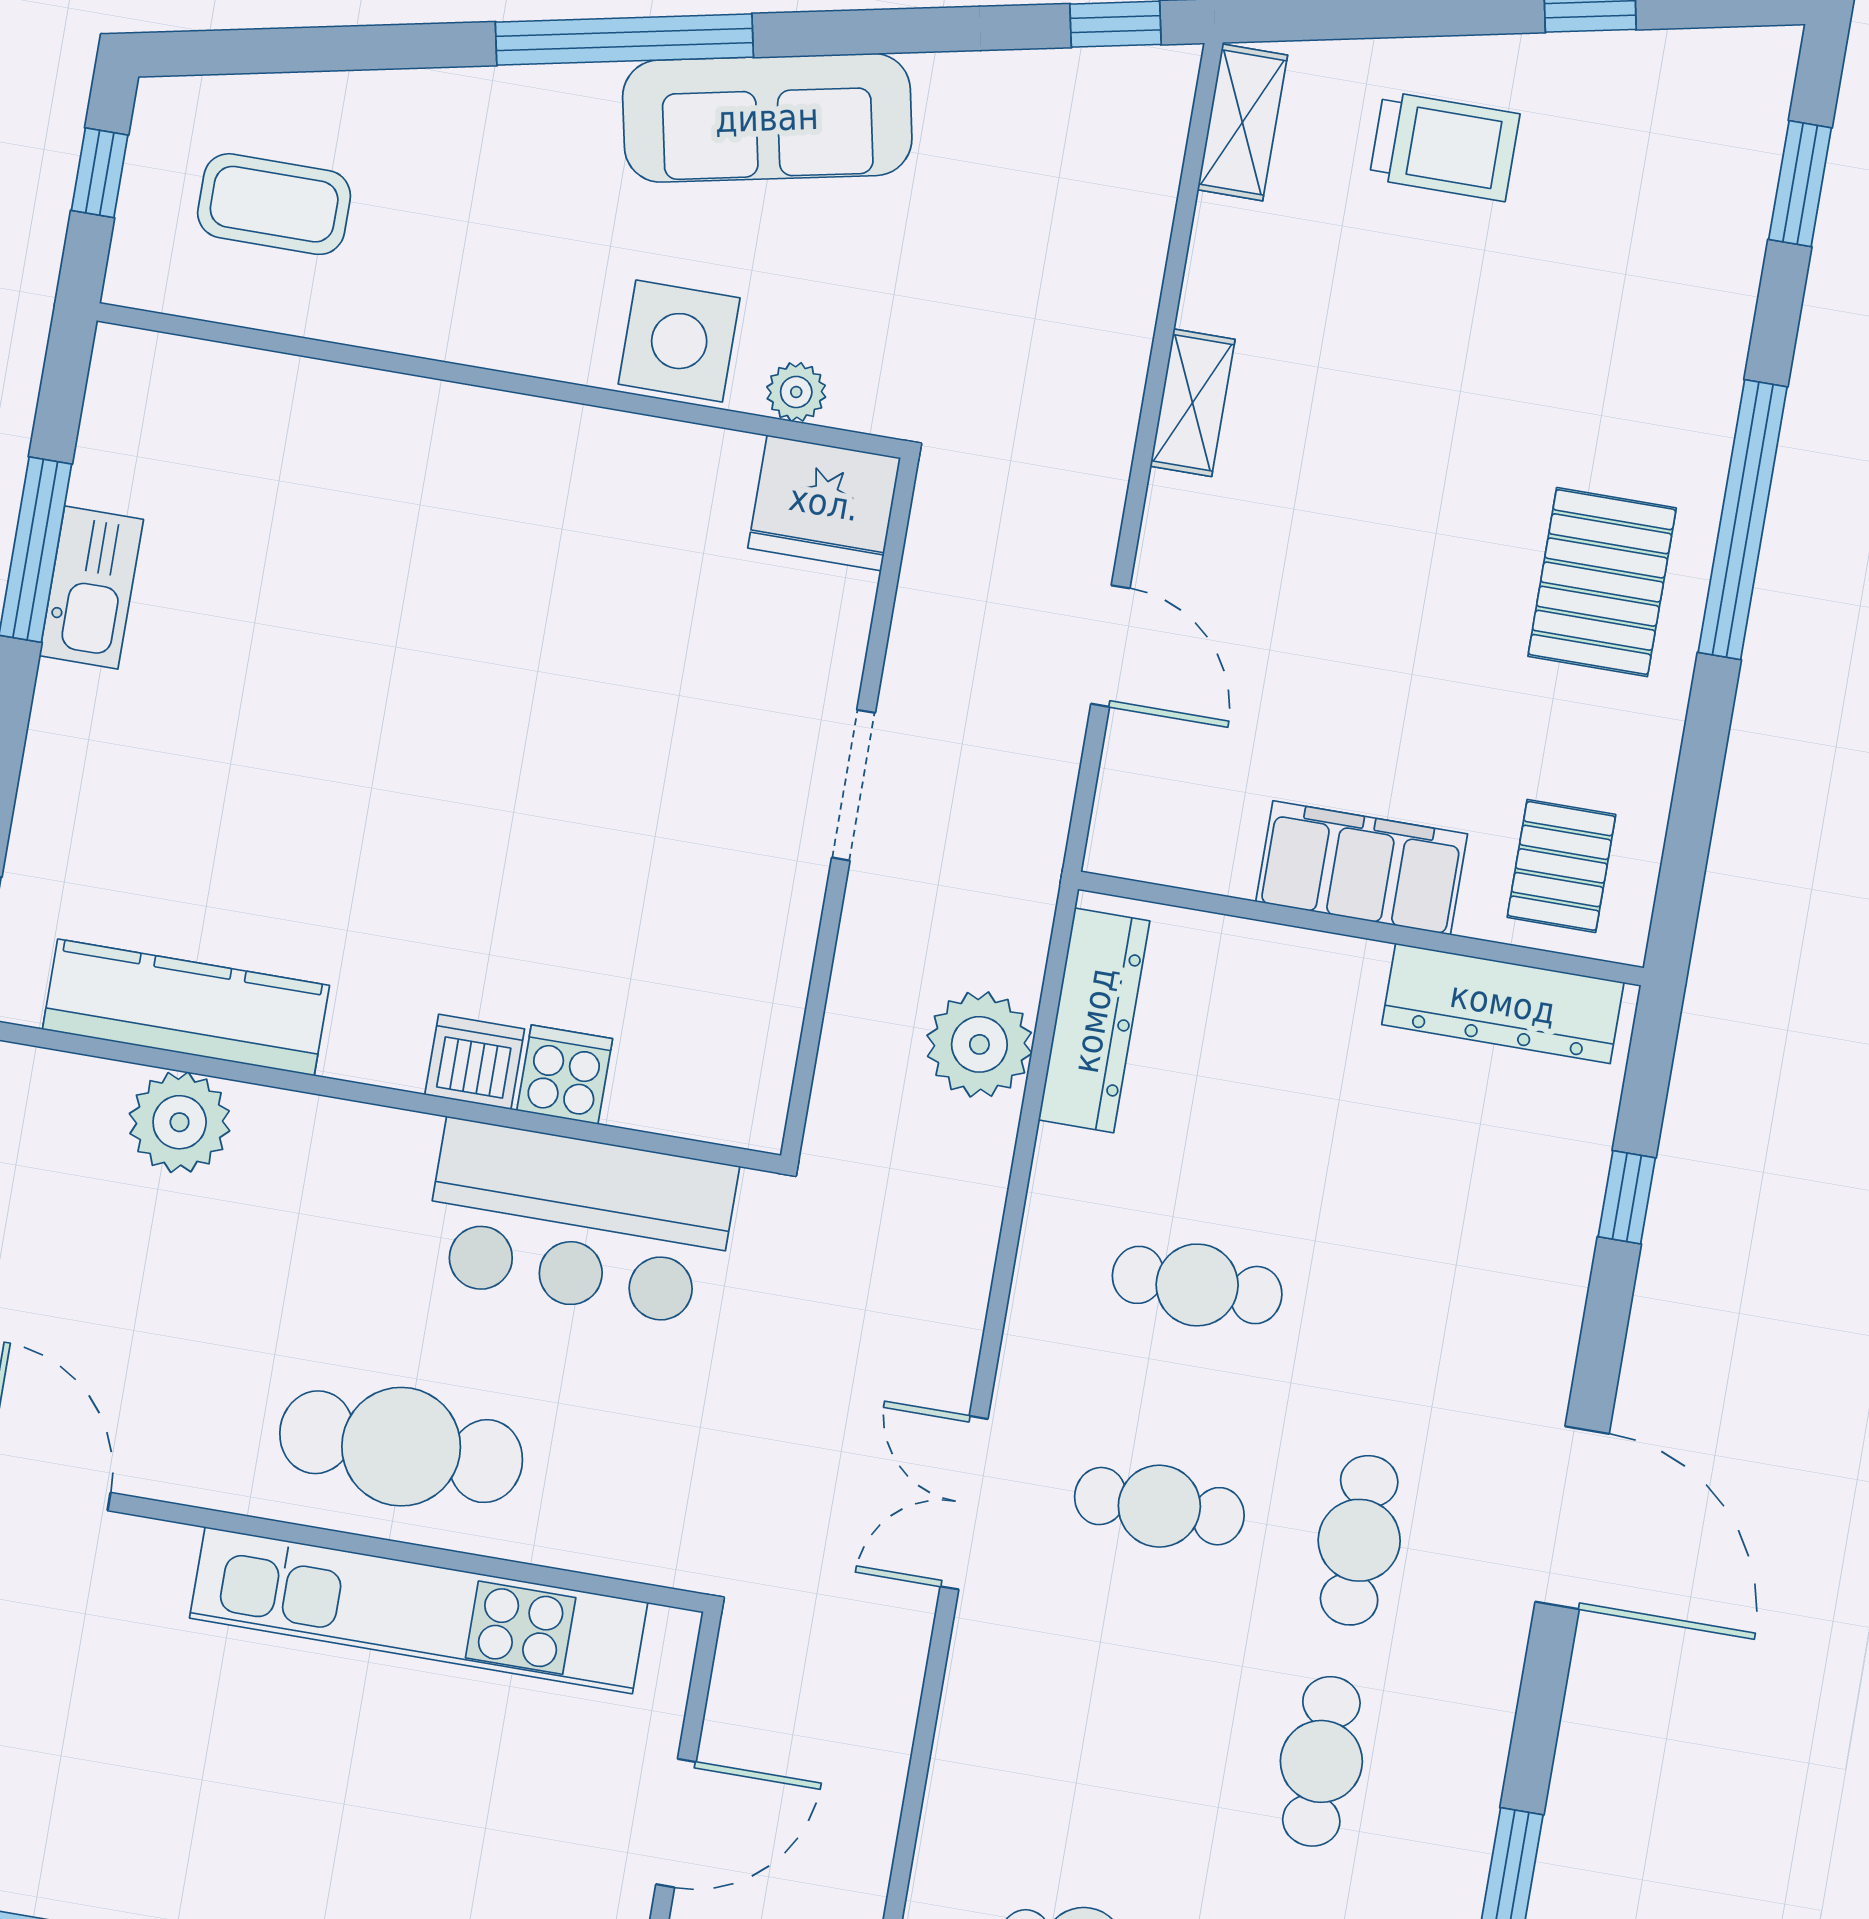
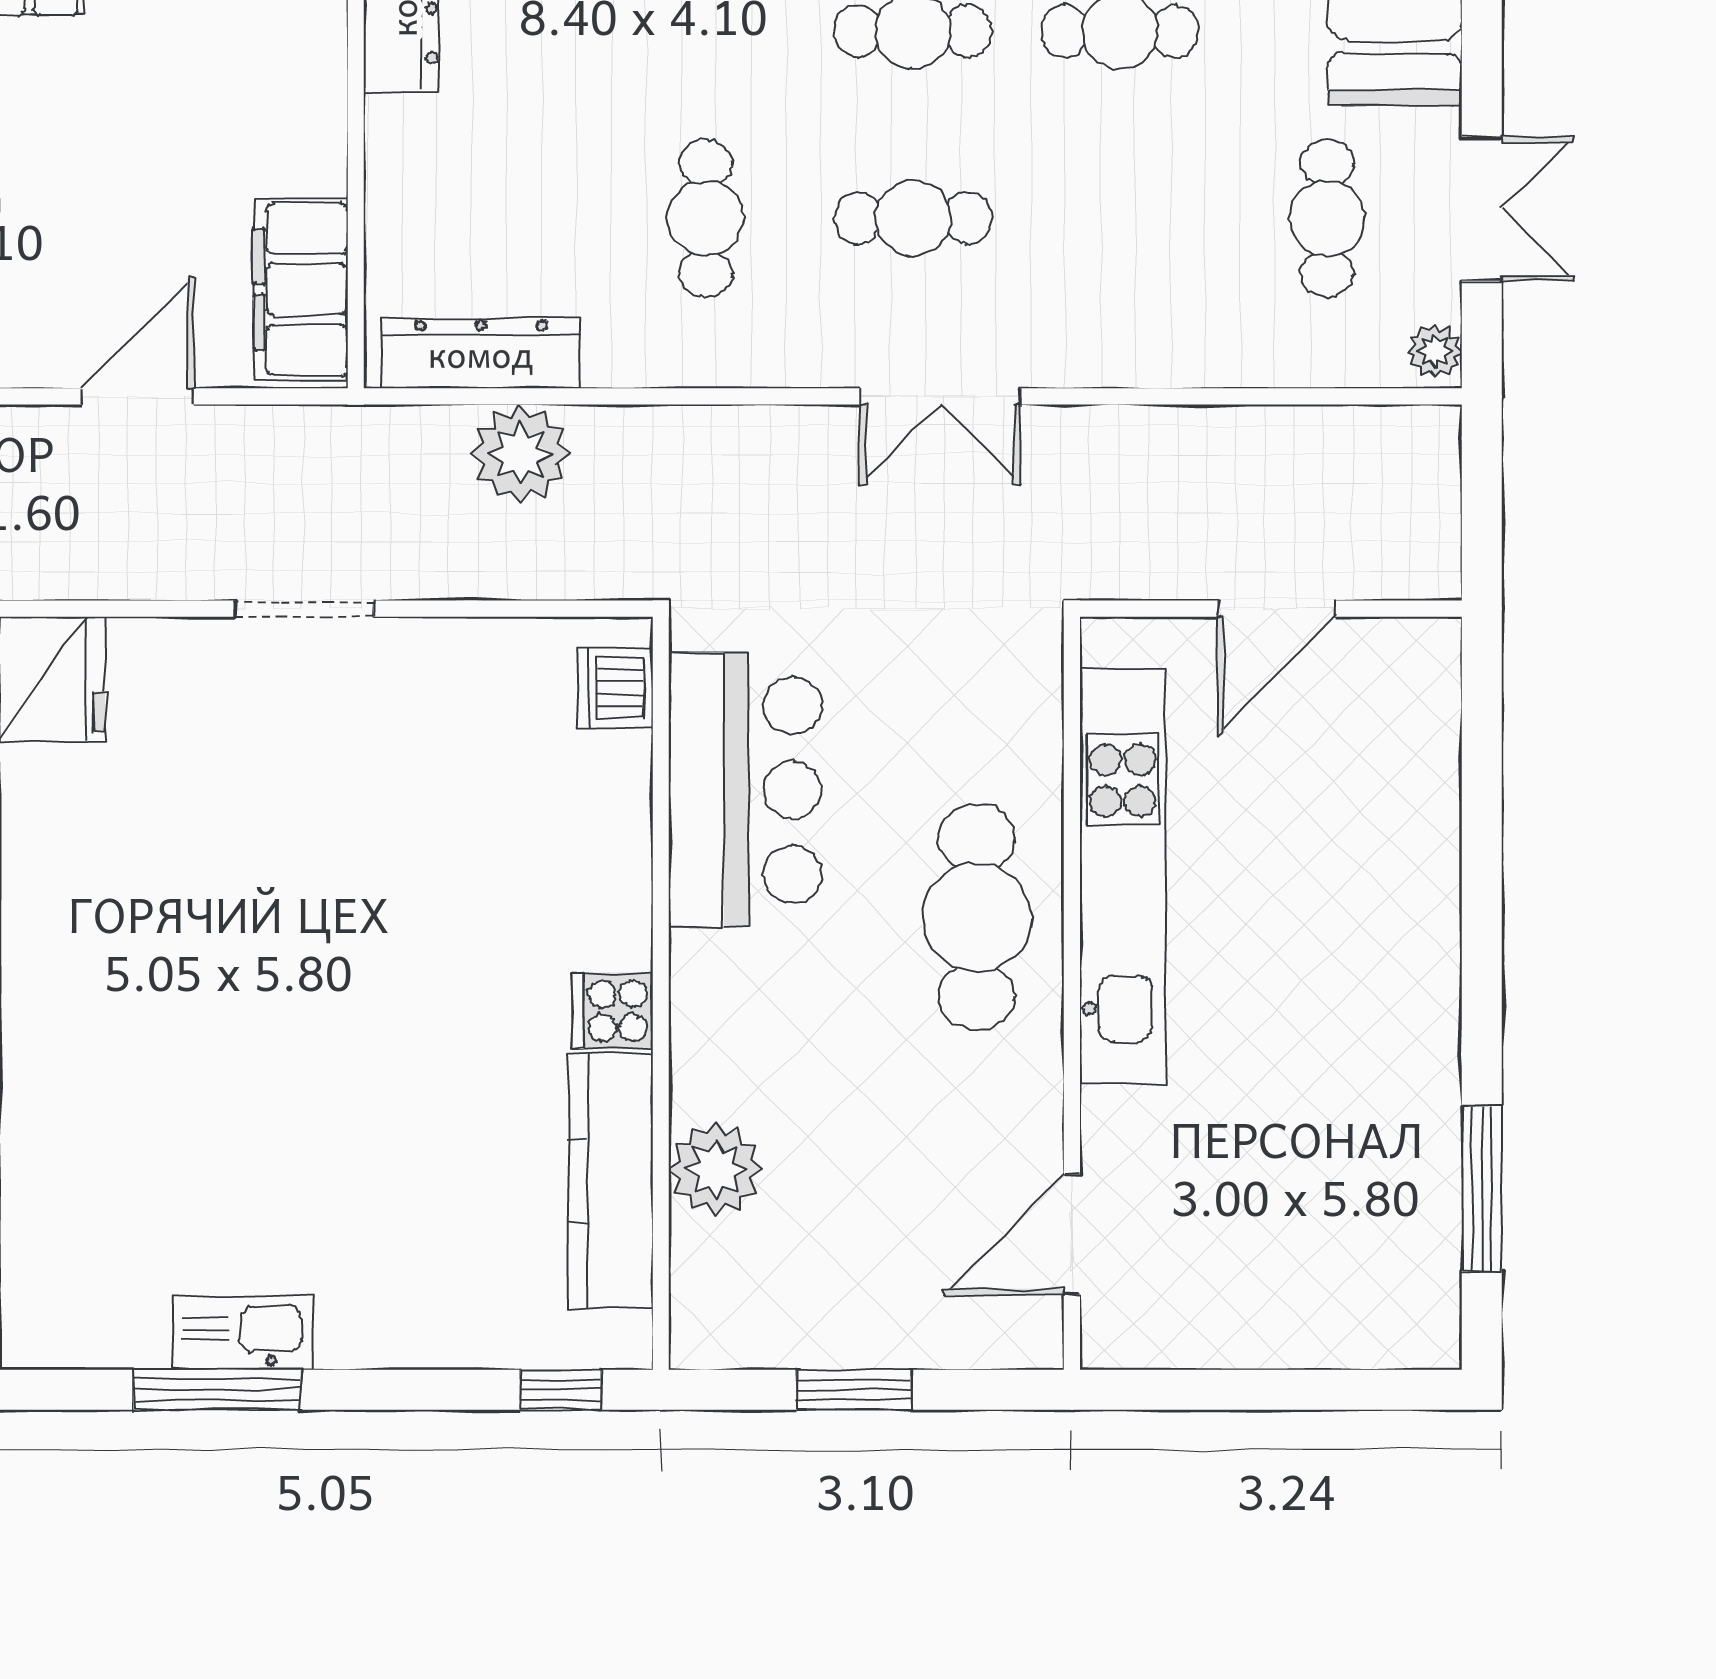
filing cabinet: (1362, 868) -> (300, 289), moved
dishwasher: (475, 1062) -> (615, 688), moved
cooker: (565, 1075) -> (613, 1011), moved
cafe table: (1159, 1506) -> (913, 218), turned 90
door: (676, 1823) -> (1276, 609), swing flipped

